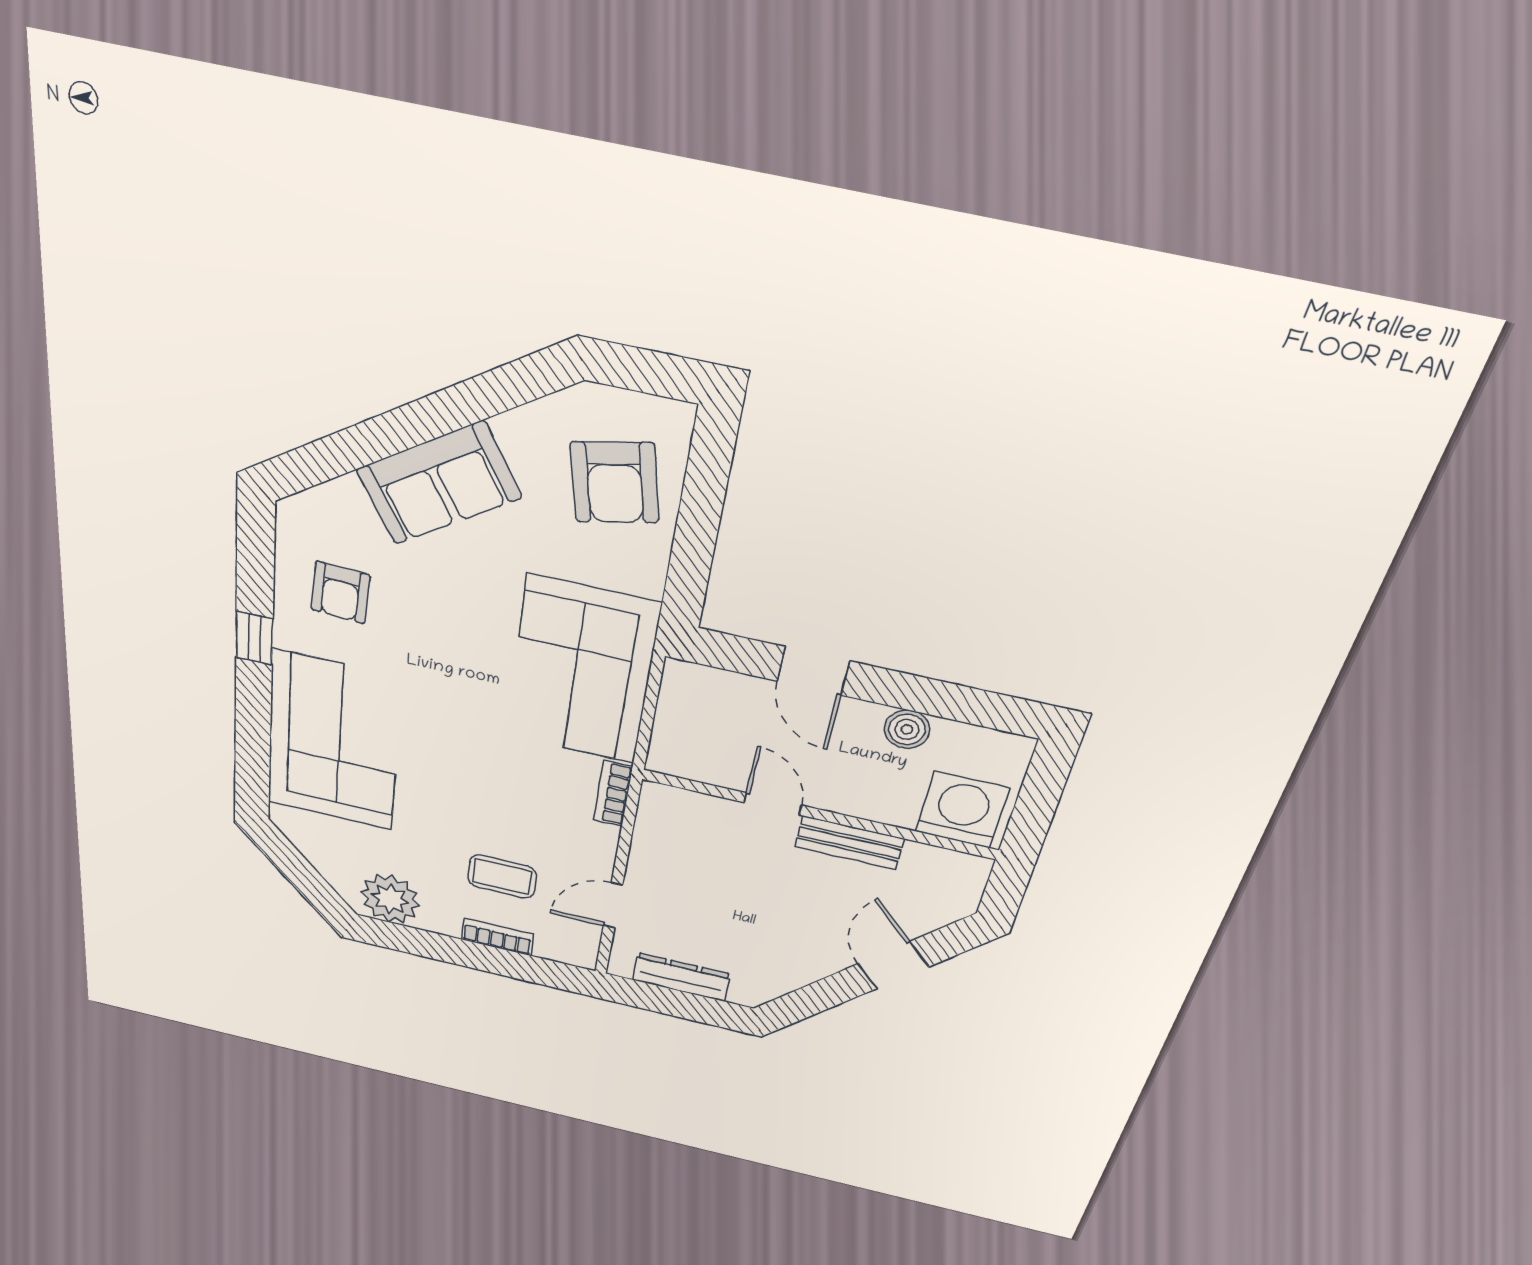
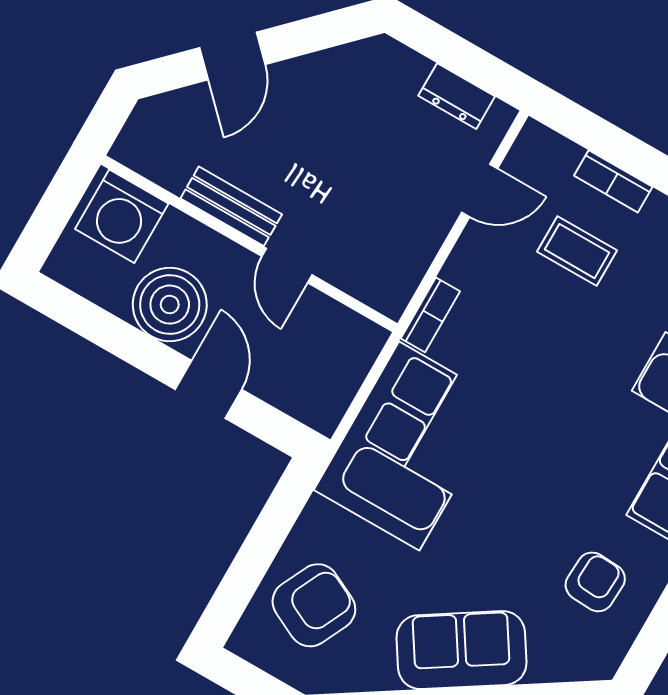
armchair: (615, 483) -> (314, 605), turned 38
boiler: (907, 729) -> (170, 305), width x1.86, depth x1.86
dresser: (681, 977) -> (457, 96), width x0.70

